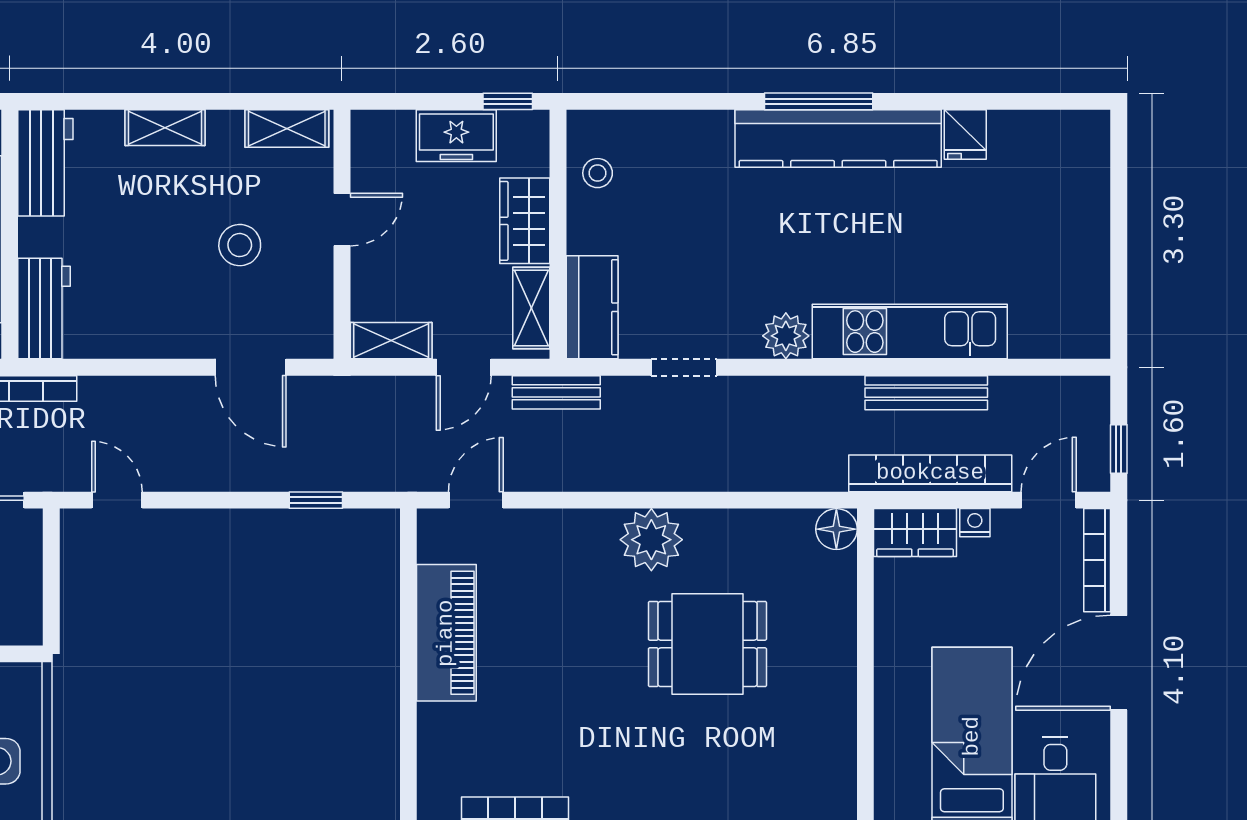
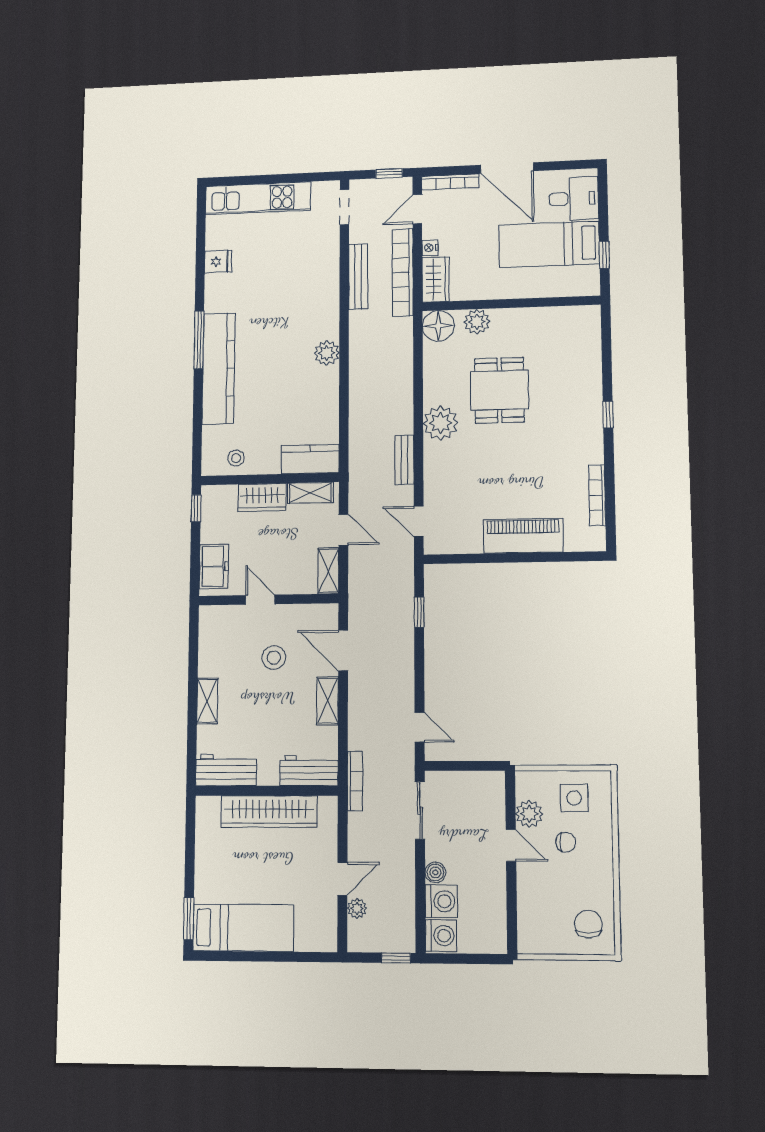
shelving: (287, 129) -> (327, 701), moved
freezer: (456, 136) -> (214, 566), moved
kitchen counter: (838, 139) -> (219, 368), moved
kitchen unit: (910, 332) -> (258, 198), moved, turned -90
door: (251, 367) -> (343, 651), swing flipped
doorway: (684, 367) -> (344, 207), moved
bench: (556, 392) -> (404, 460), moved
door: (117, 500) -> (420, 727), swing flipped
door: (1049, 500) -> (417, 209), hinge flipped
floor lamp: (836, 529) -> (438, 326), width x1.38, depth x1.38
plant: (834, 606) -> (477, 322), added
piano: (446, 633) -> (523, 536), moved

